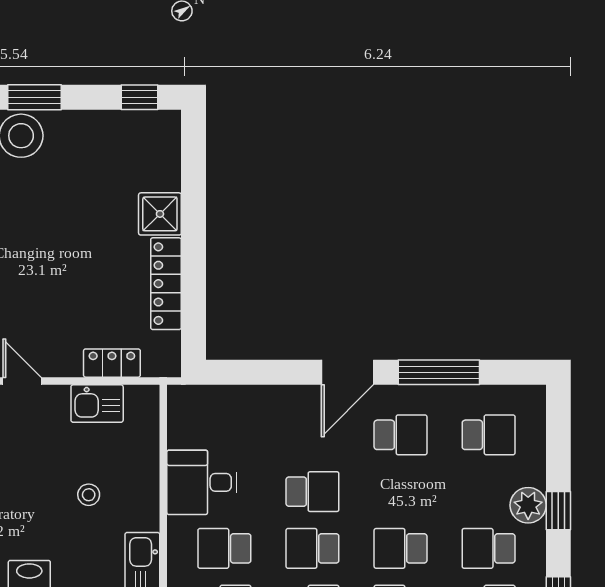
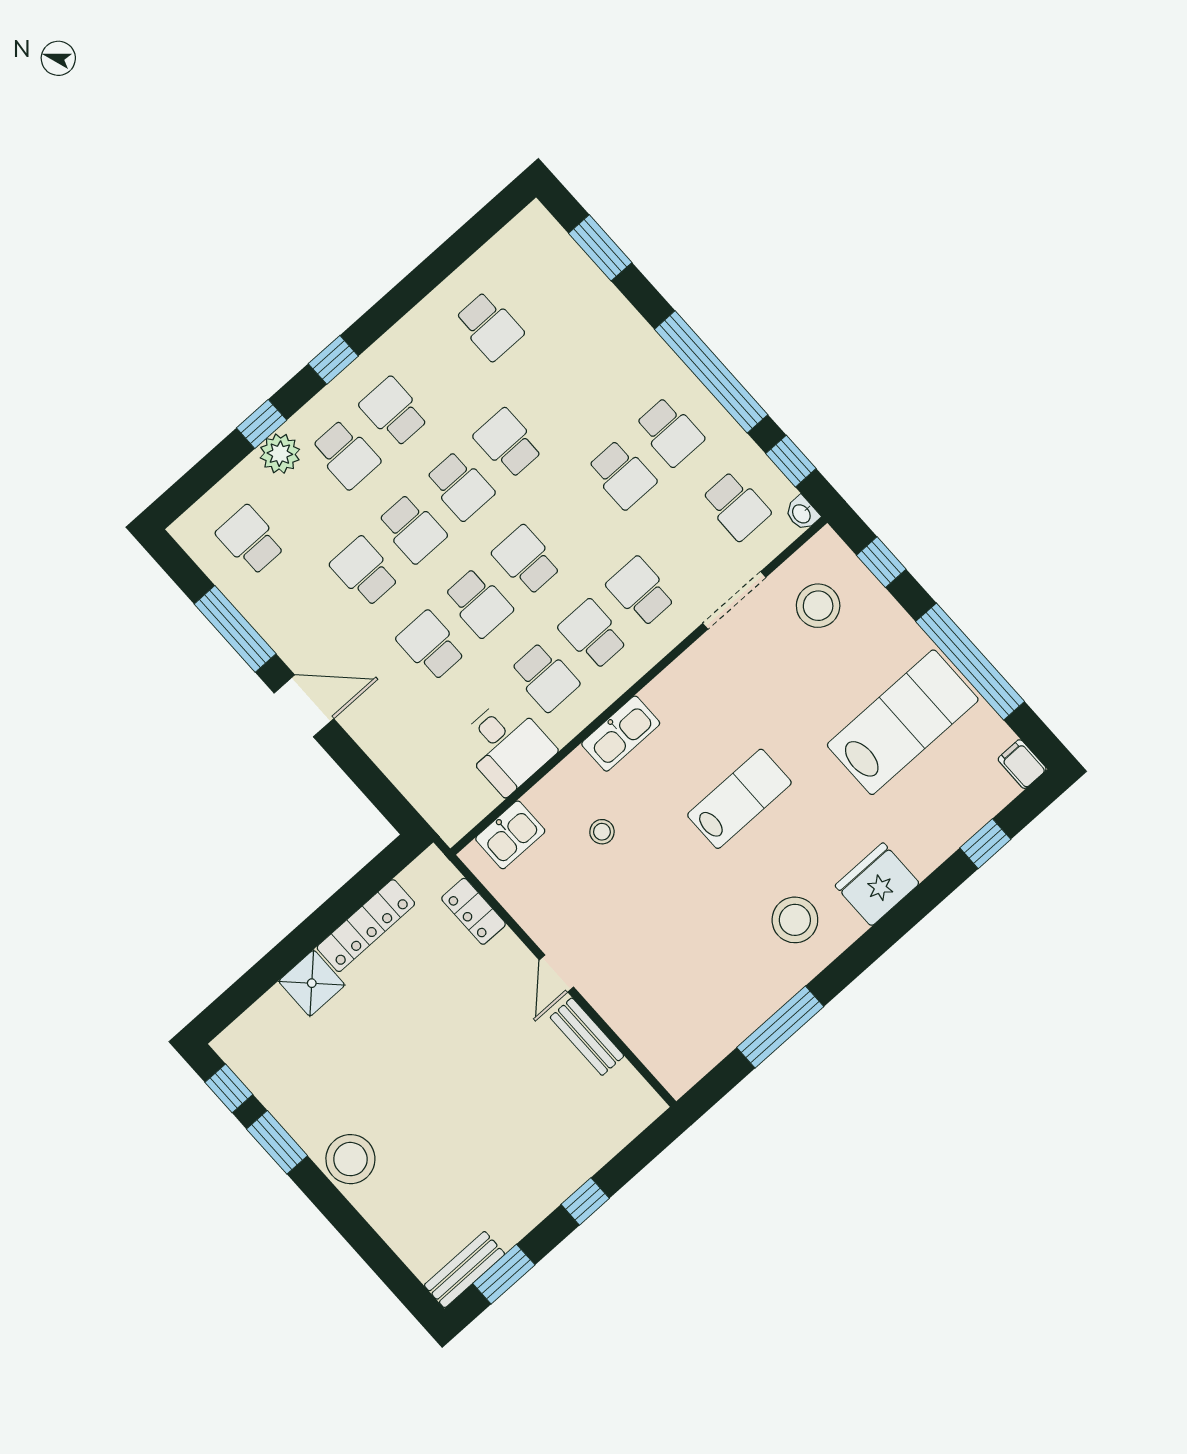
window: (35, 97) -> (277, 1142), moved
kitchen sink: (97, 404) -> (510, 835), moved, turned 90
school desk: (401, 435) -> (364, 571), moved

